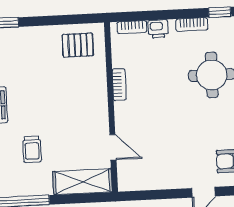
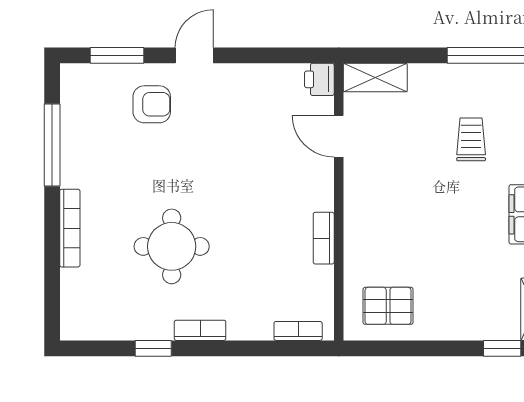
printer: (158, 29) -> (319, 79), moved, turned -90
shelving: (83, 182) -> (375, 78), width x0.67, depth x0.75

